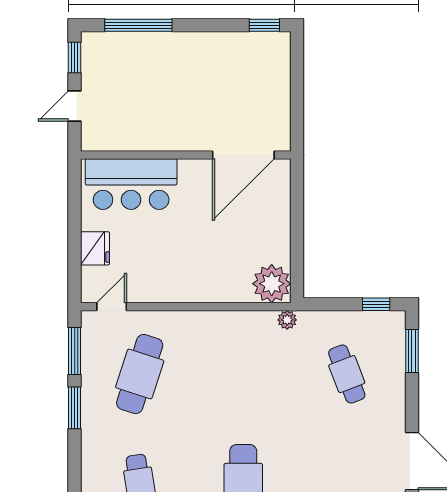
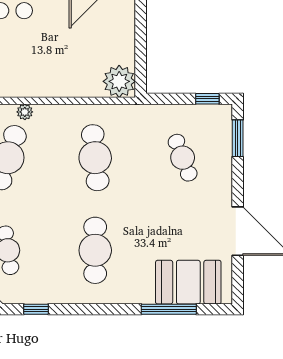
plant: (287, 320) -> (25, 112), moved
cafe table: (243, 374) -> (95, 158), added

